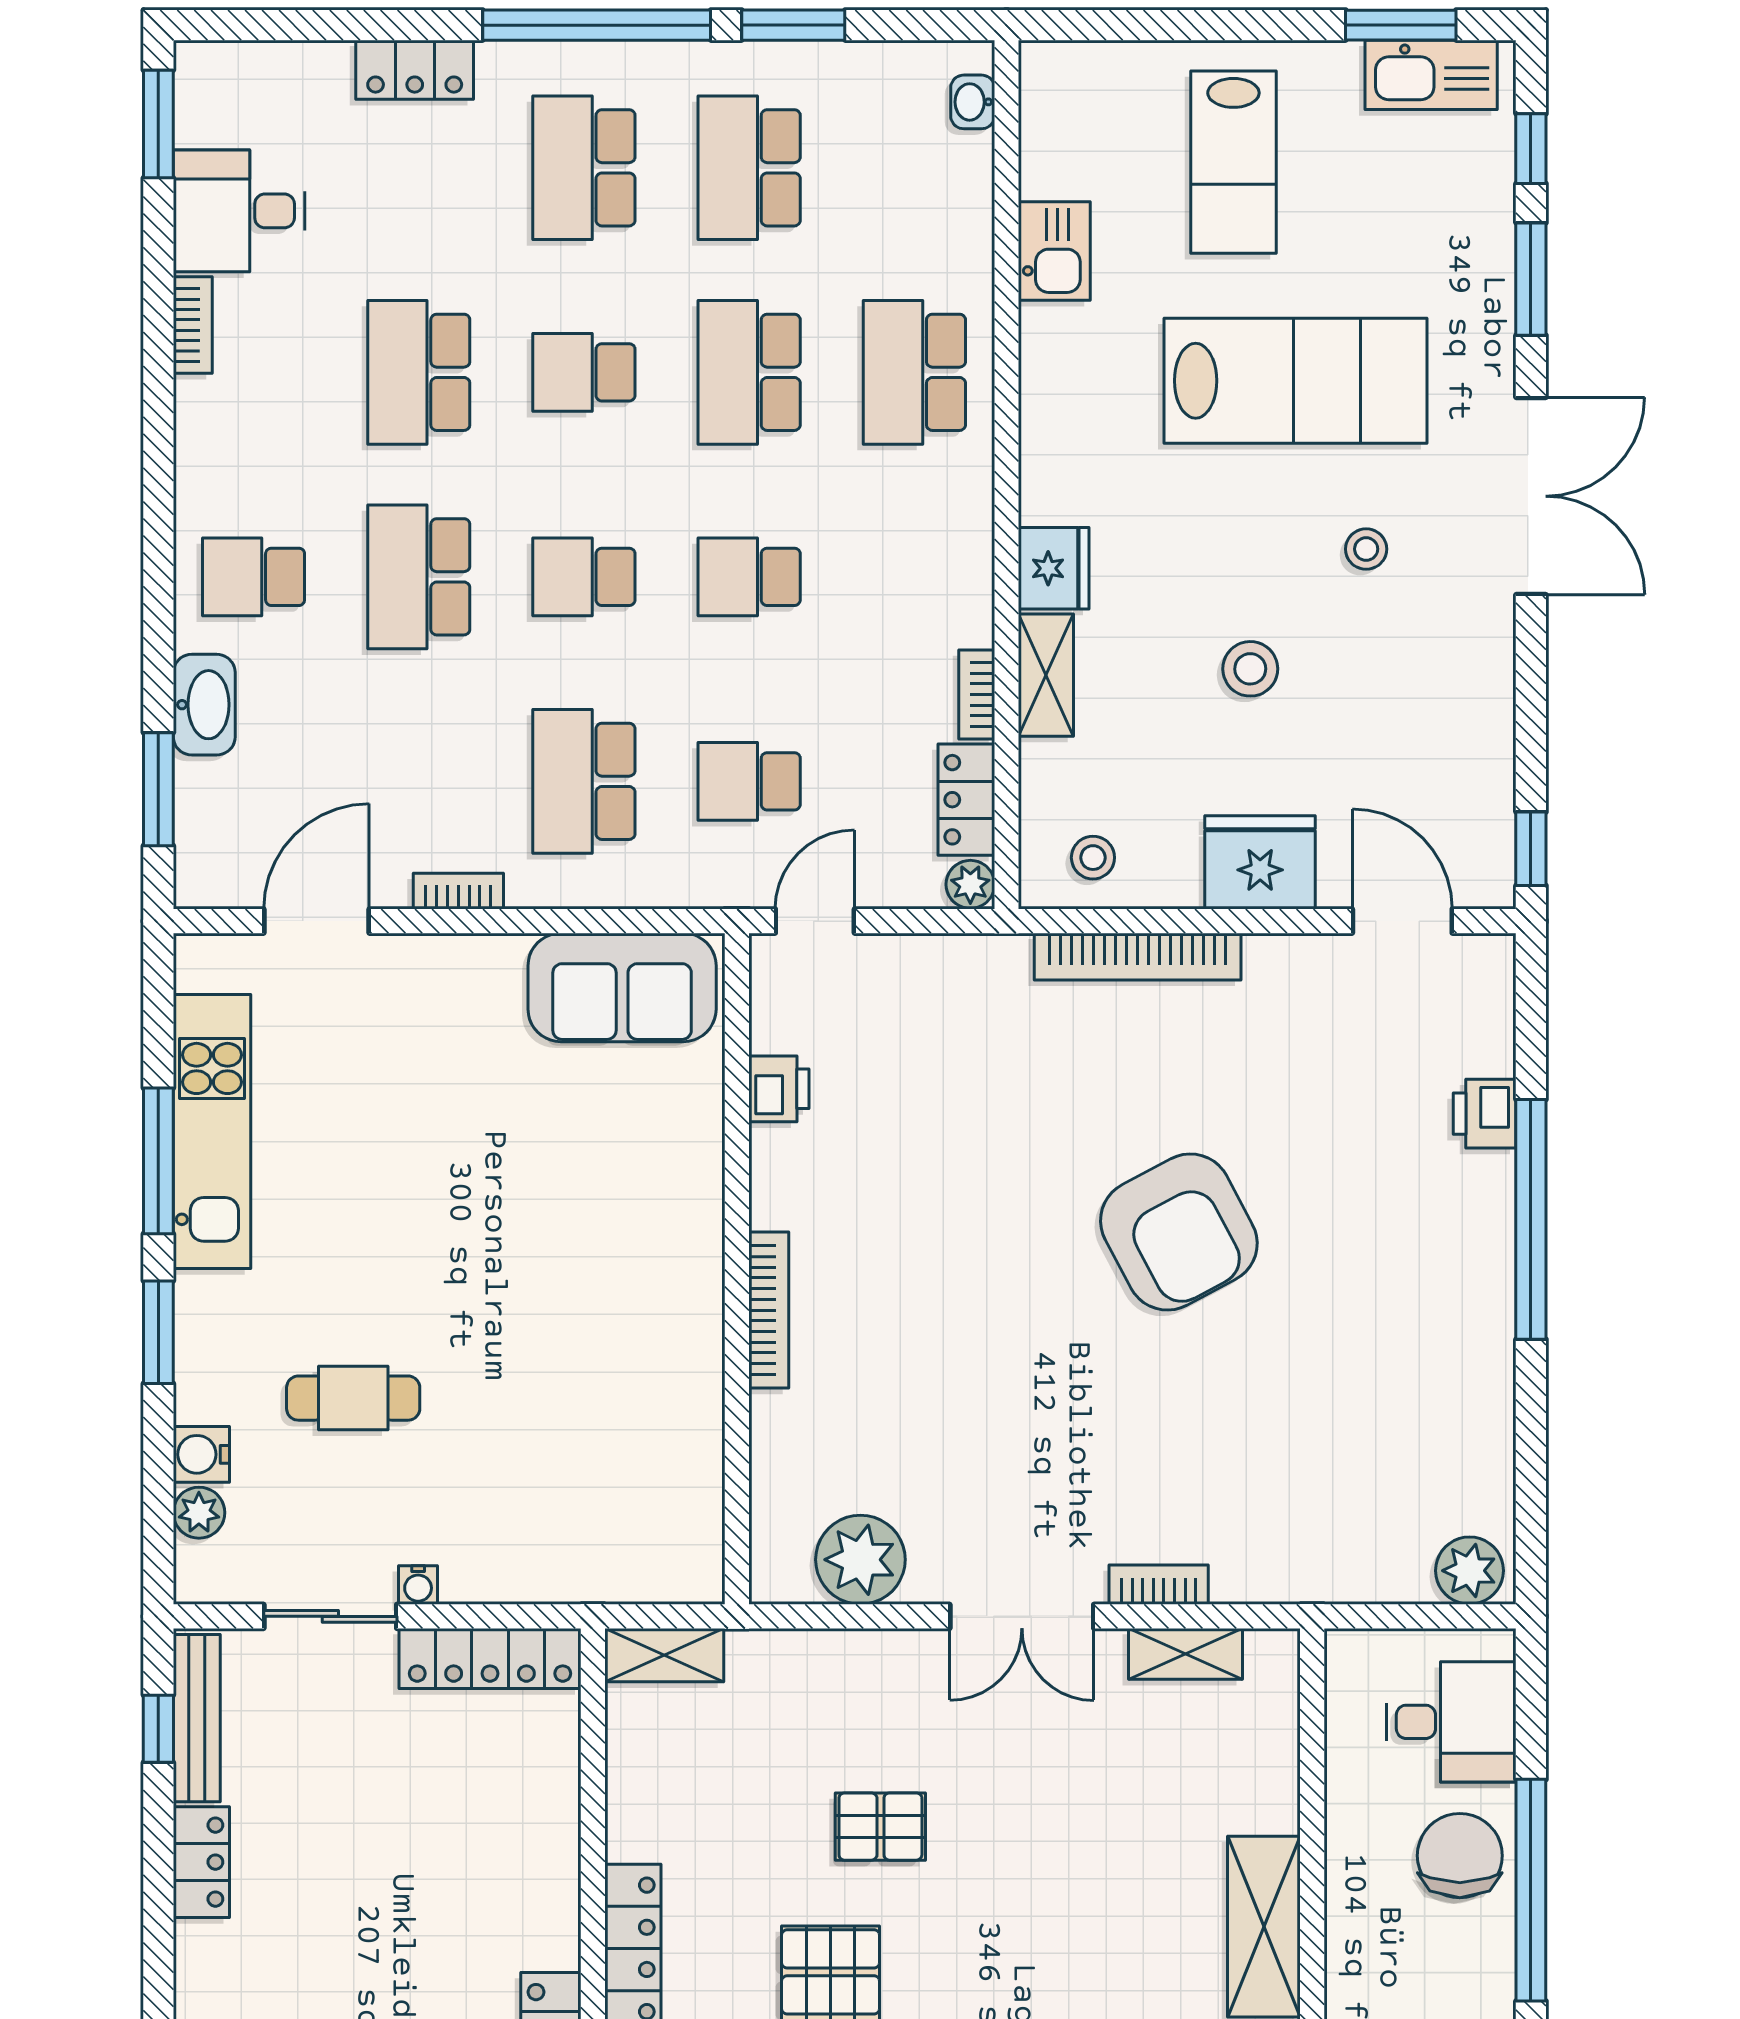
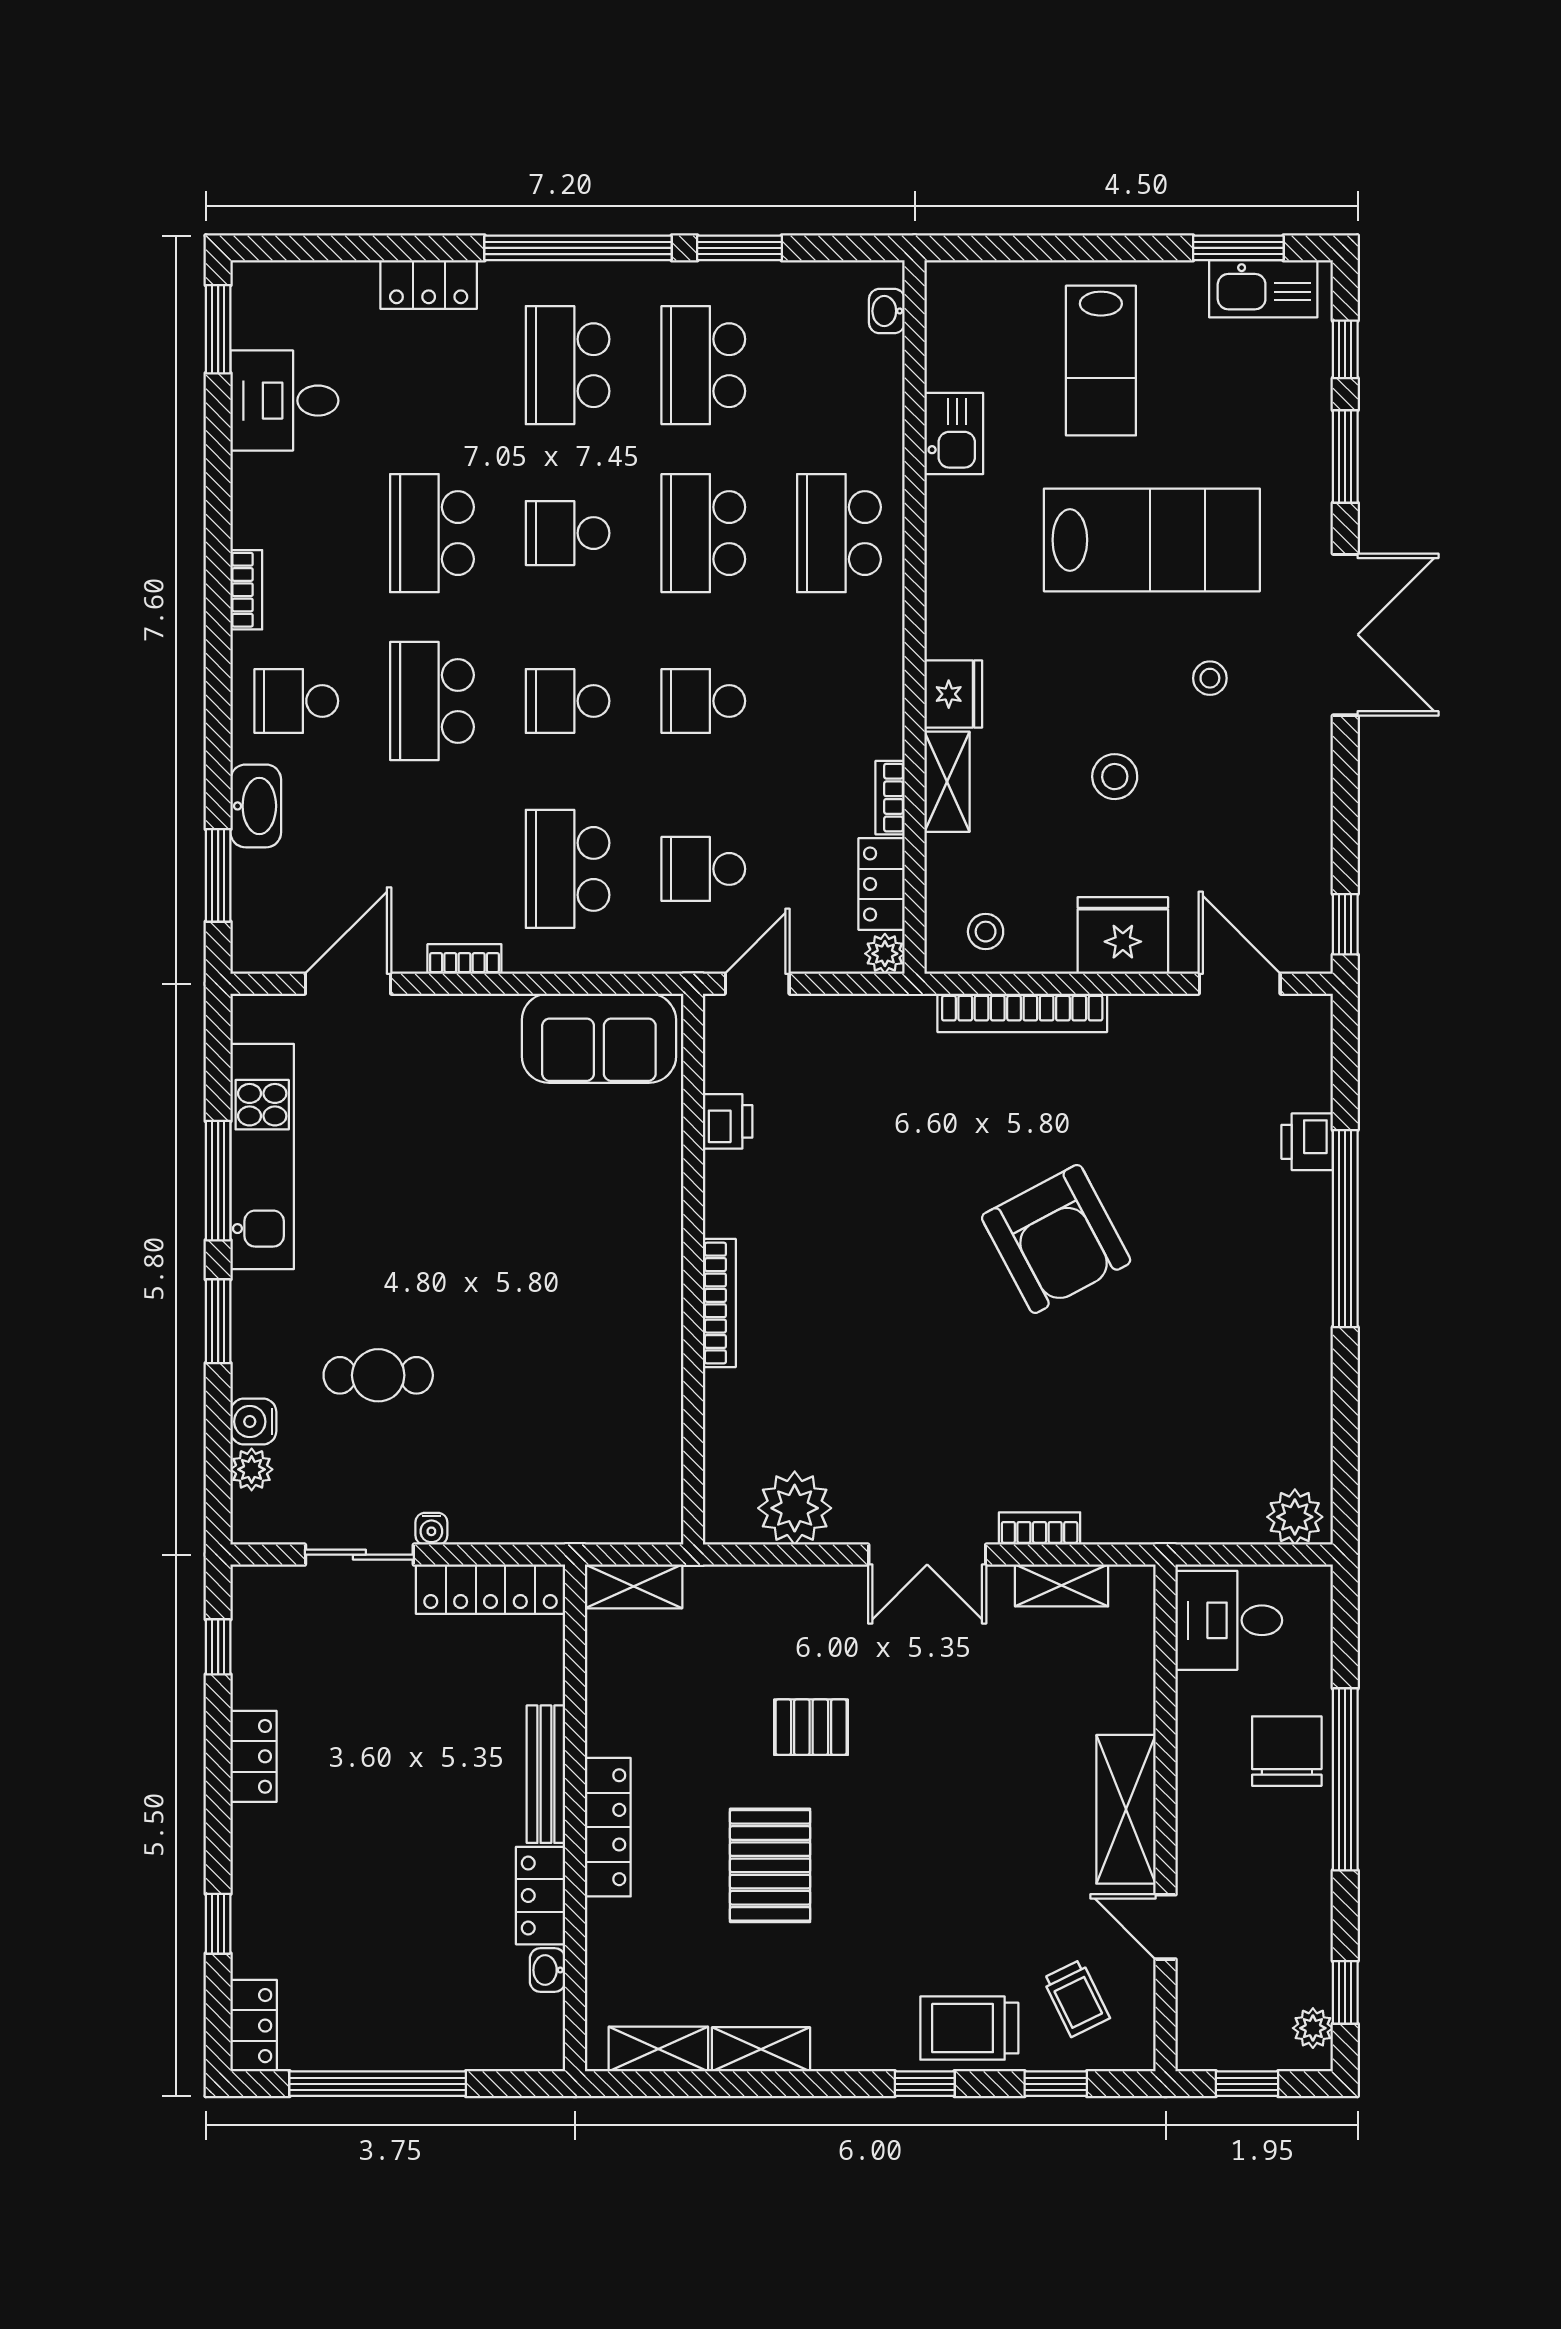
bookcase: (193, 325) -> (246, 590), moved
bench: (197, 1718) -> (546, 1774), moved
desk: (1451, 1722) -> (1229, 1620), moved, turned 180

